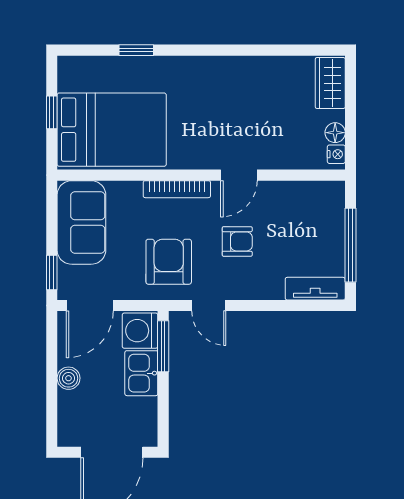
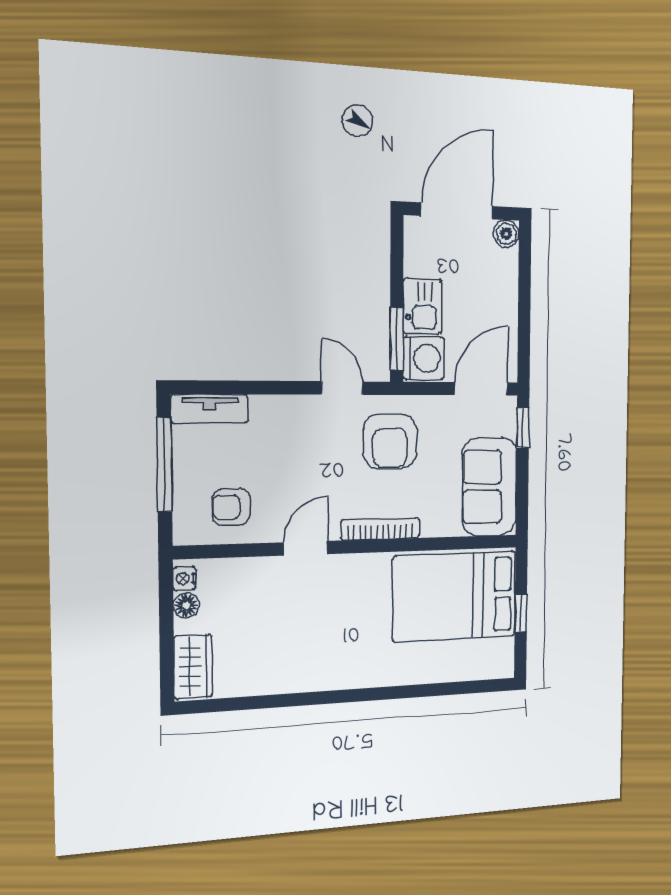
window: (136, 50) -> (427, 690), removed
armchair: (237, 241) -> (231, 507), moved
boiler: (69, 378) -> (506, 234), moved

